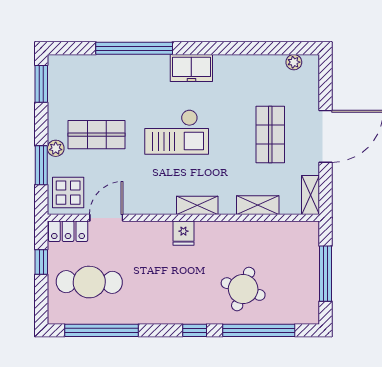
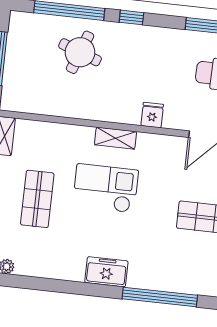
checkout: (177, 132) -> (106, 188), moved
shelving: (258, 205) -> (57, 132), removed
fridge: (183, 233) -> (152, 115), moved

